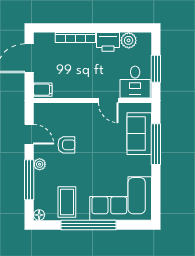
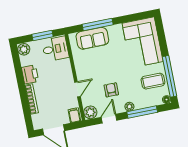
plant: (129, 40) -> (24, 49), moved
door: (108, 100) -> (77, 89), moved
plant: (42, 111) -> (90, 112), added
window: (88, 225) -> (169, 76), moved

